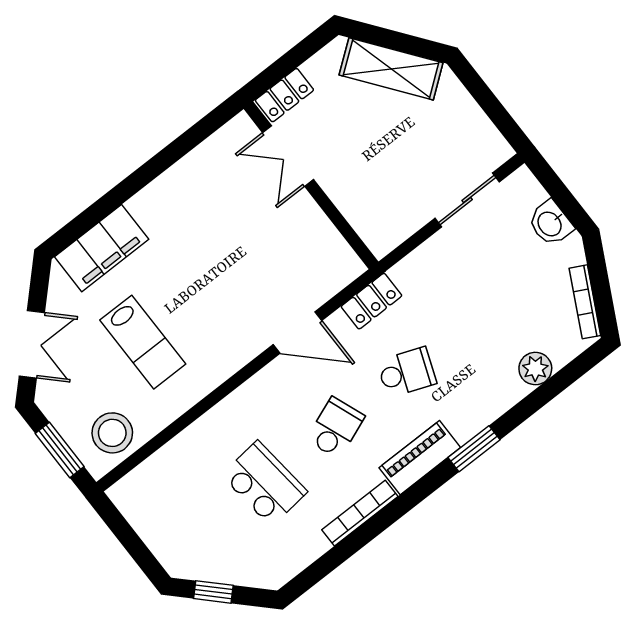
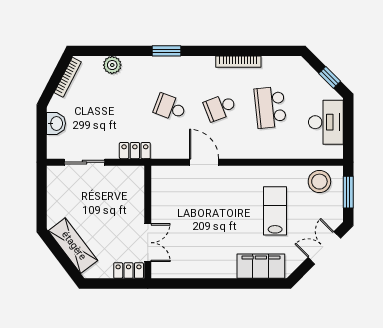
locker: (372, 301) -> (135, 151), moved
piano: (420, 458) -> (193, 66), removed
desk: (169, 524) -> (326, 122), added

